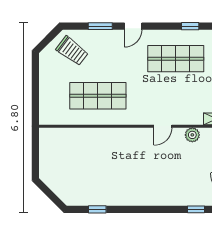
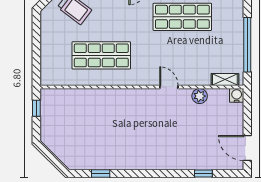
door: (163, 126) -> (169, 87), swing flipped
window: (35, 147) -> (36, 108), added

